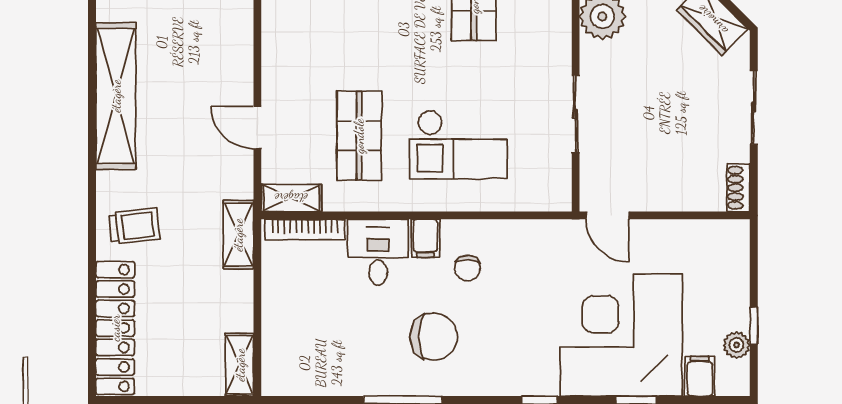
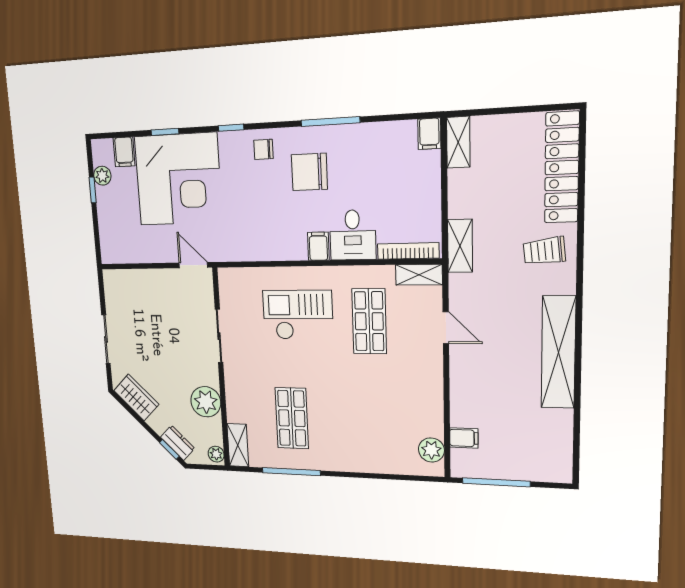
shoe rack: (738, 188) -> (111, 285), removed
chair: (467, 268) -> (263, 149), moved, turned -93
filing cabinet: (275, 377) -> (429, 134), added

